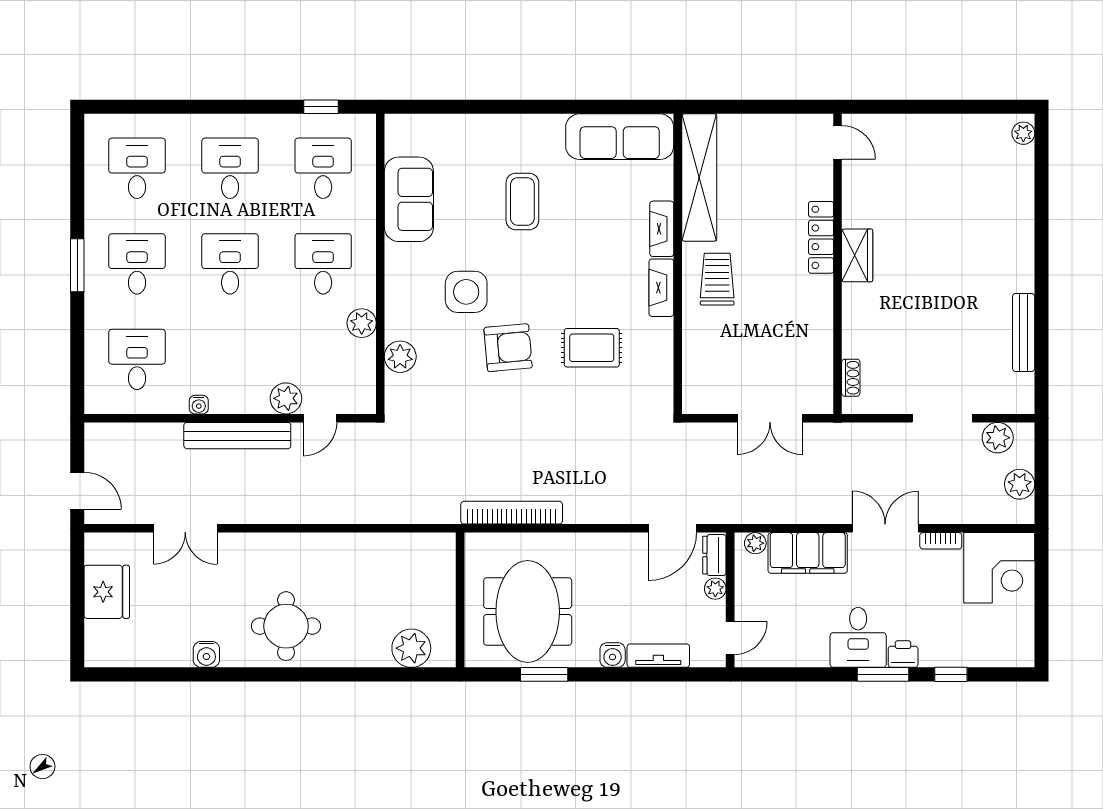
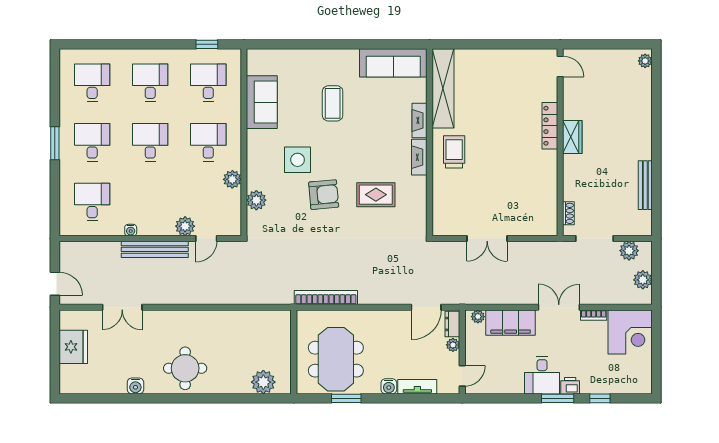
door: (838, 142) -> (560, 66), moved
locker: (821, 237) -> (550, 126), moved
wardrobe: (857, 255) -> (572, 137), moved
wall: (838, 264) -> (560, 142), moved
shoe rack: (851, 378) -> (568, 213), moved

